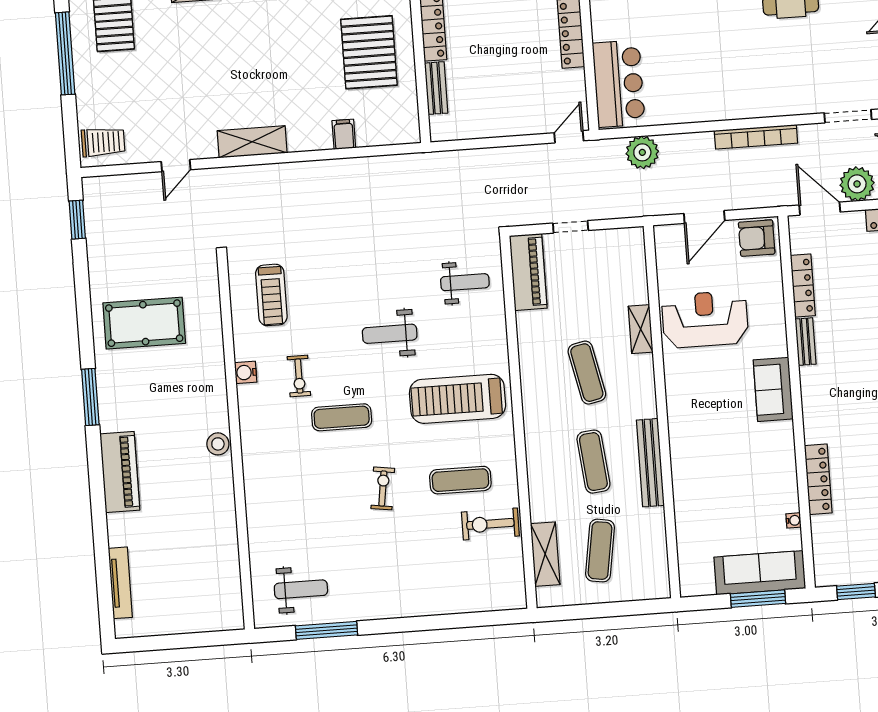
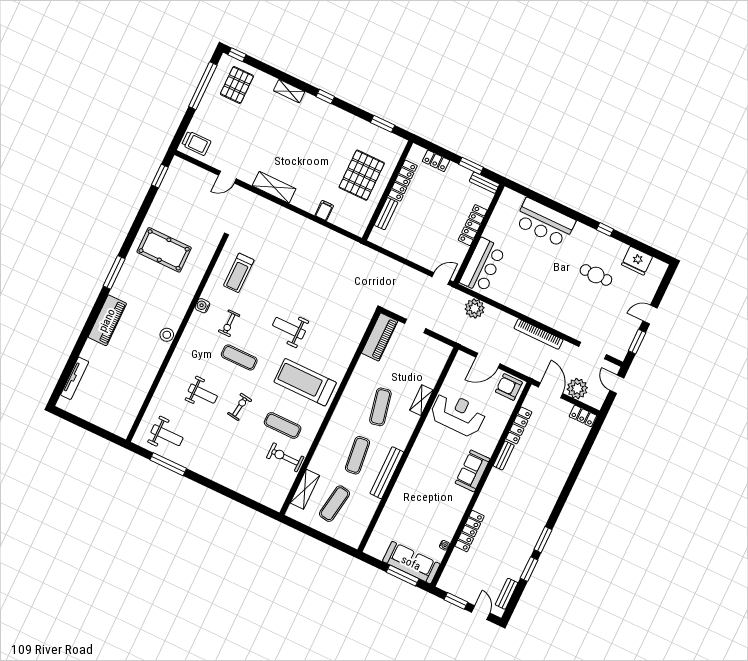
weight bench: (465, 282) -> (203, 394), moved

